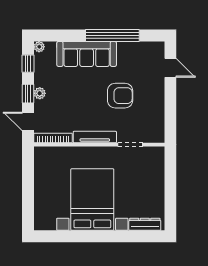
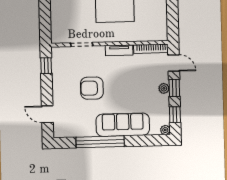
window: (170, 122) -> (46, 66), added
tv unit: (95, 137) -> (119, 50), width x0.71

